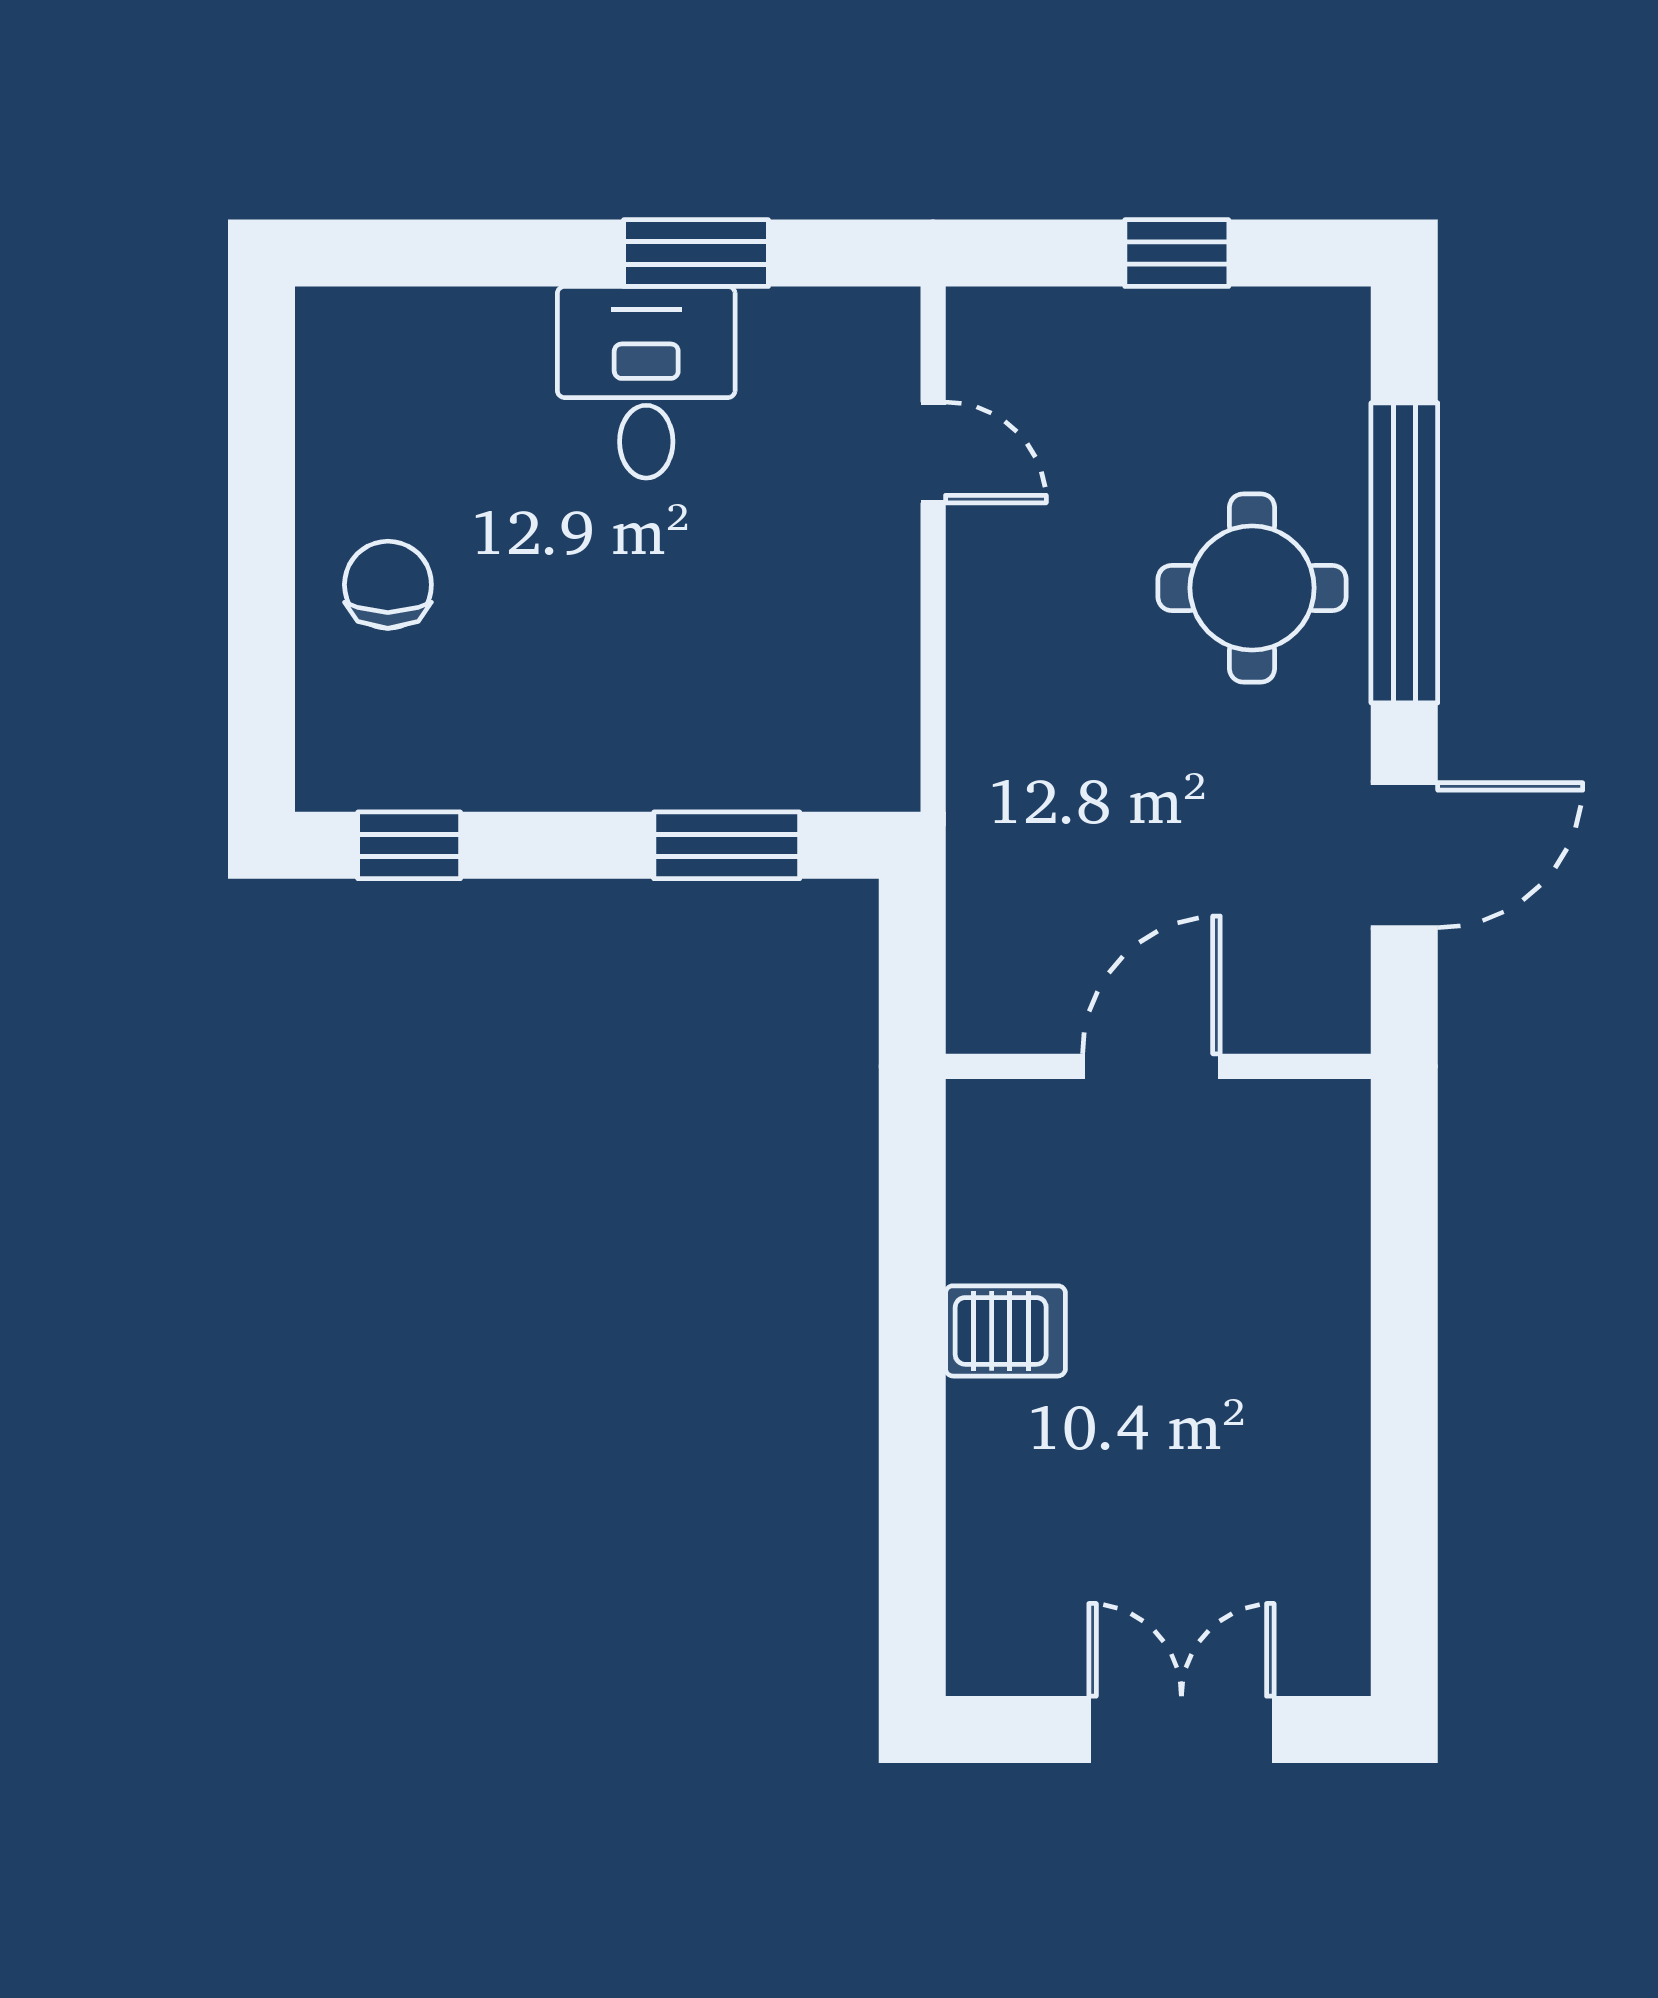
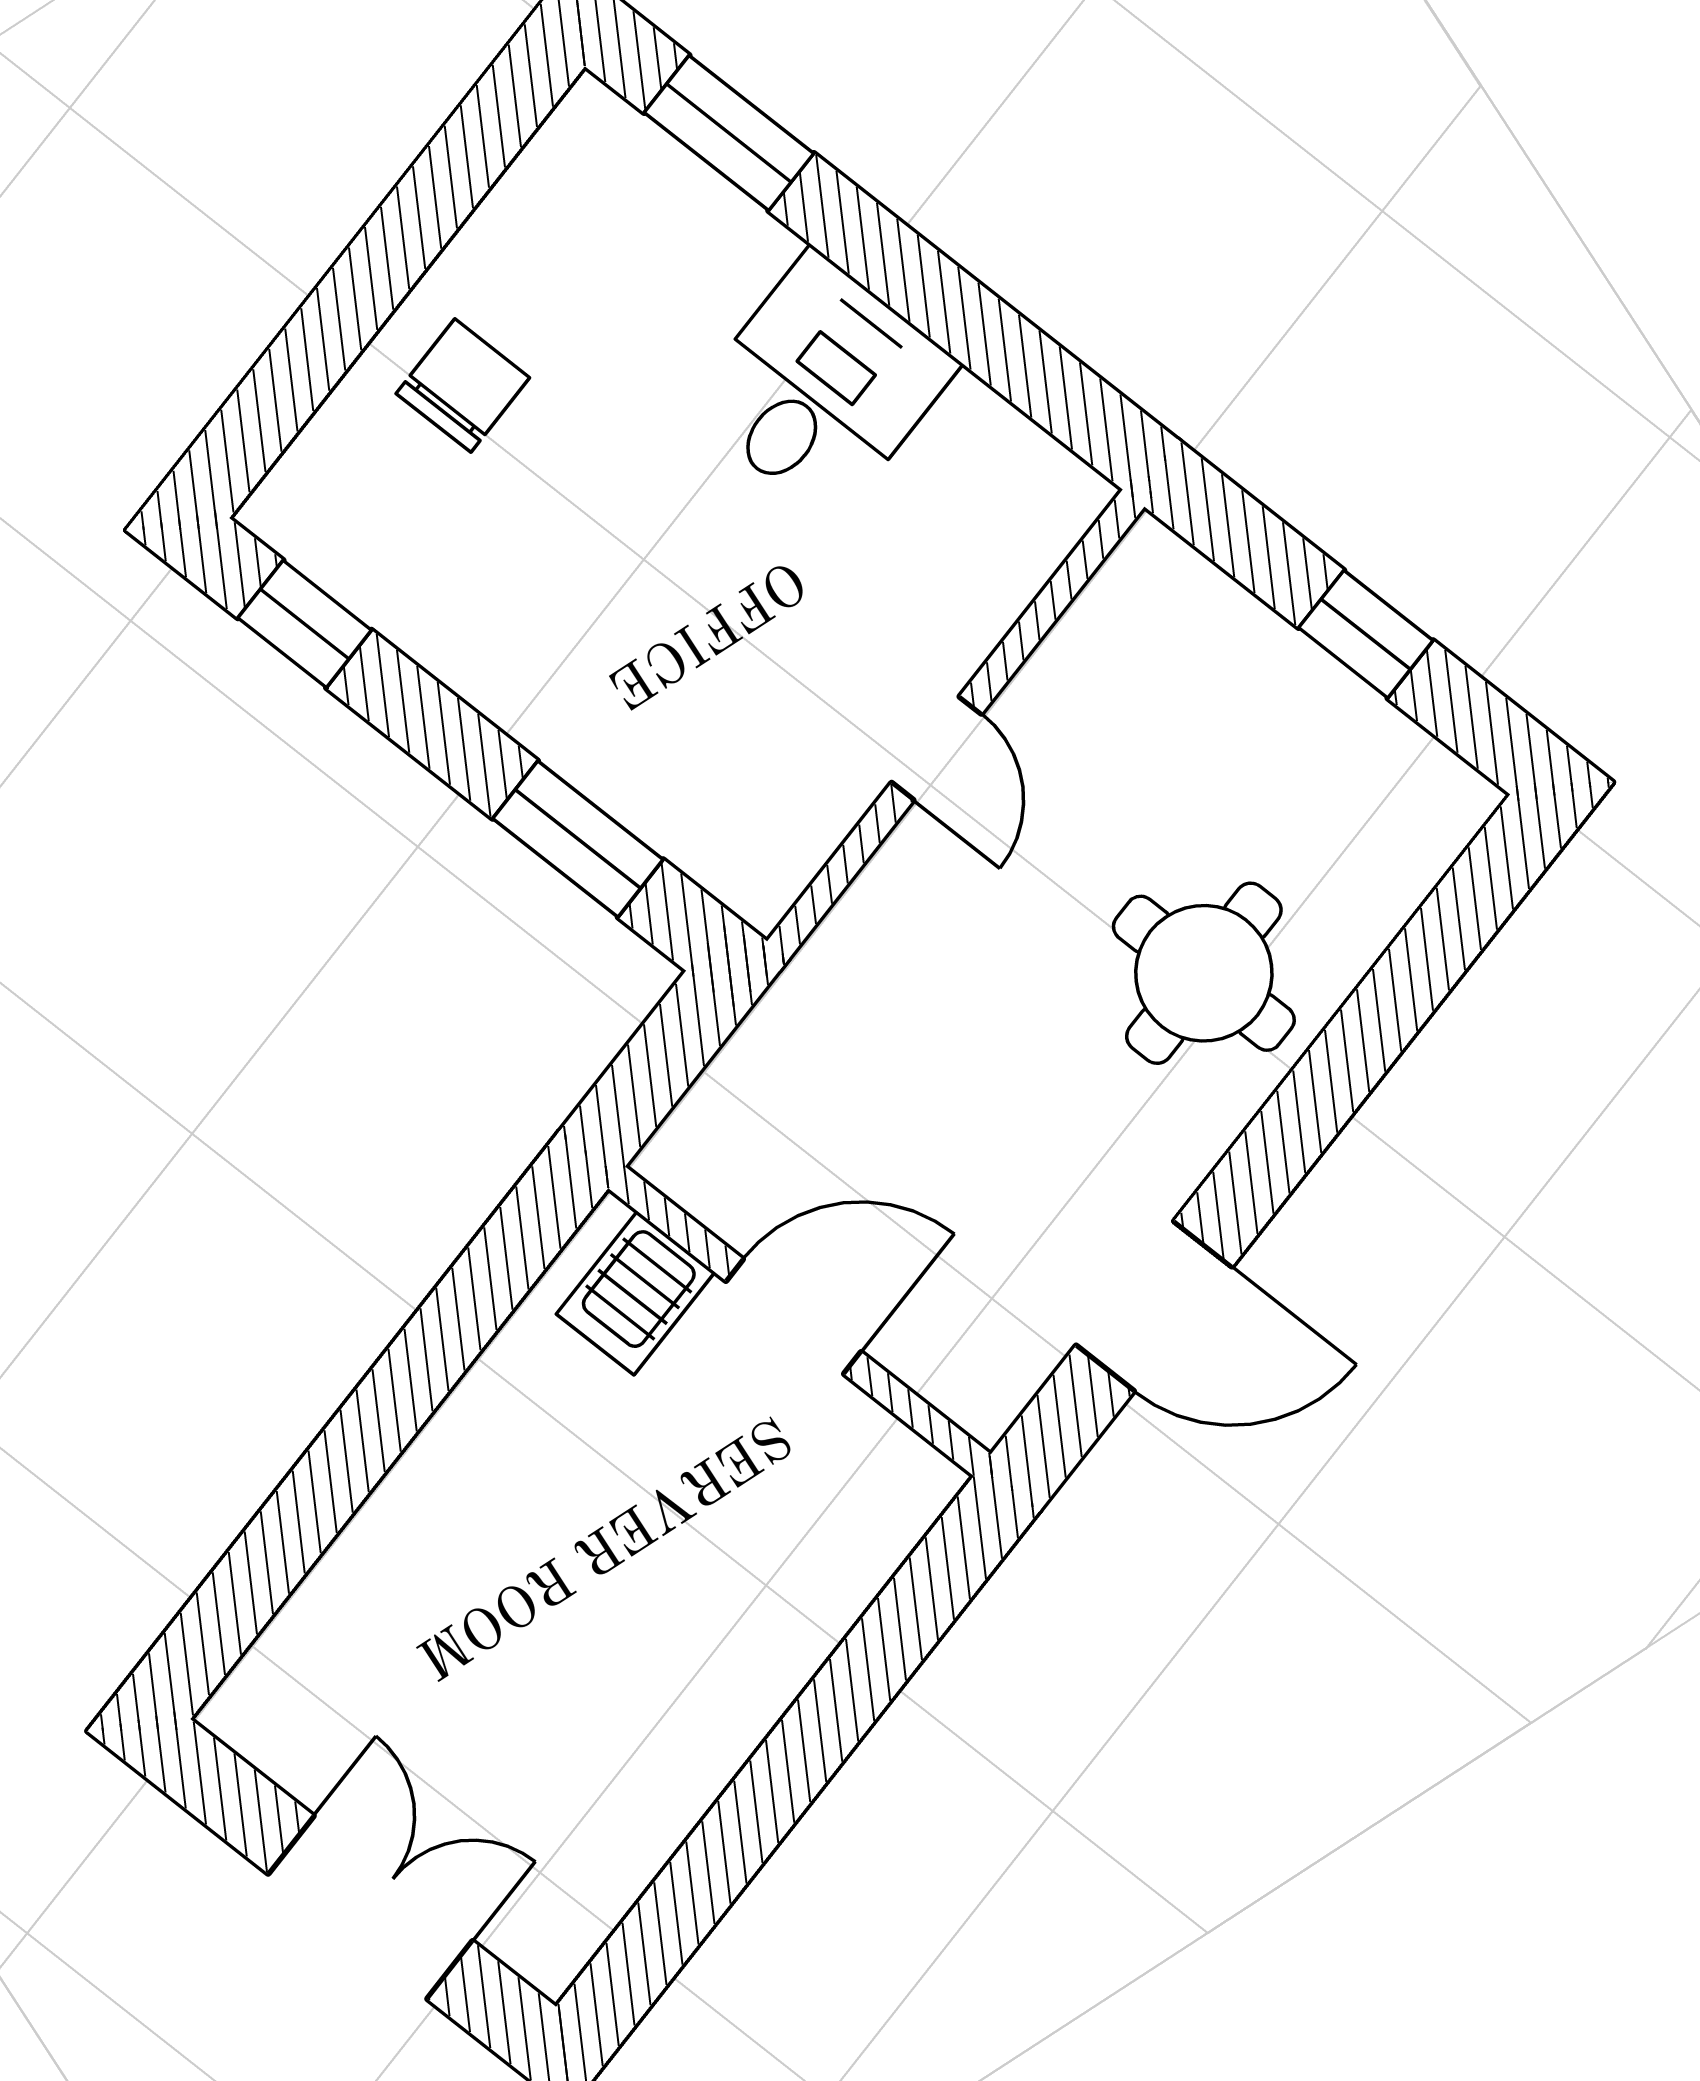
window: (696, 253) -> (729, 133), moved
door: (933, 452) -> (937, 748), moved
window: (1404, 553) -> (1359, 1046), removed
server rack: (1005, 1331) -> (636, 1293), moved, turned 90

